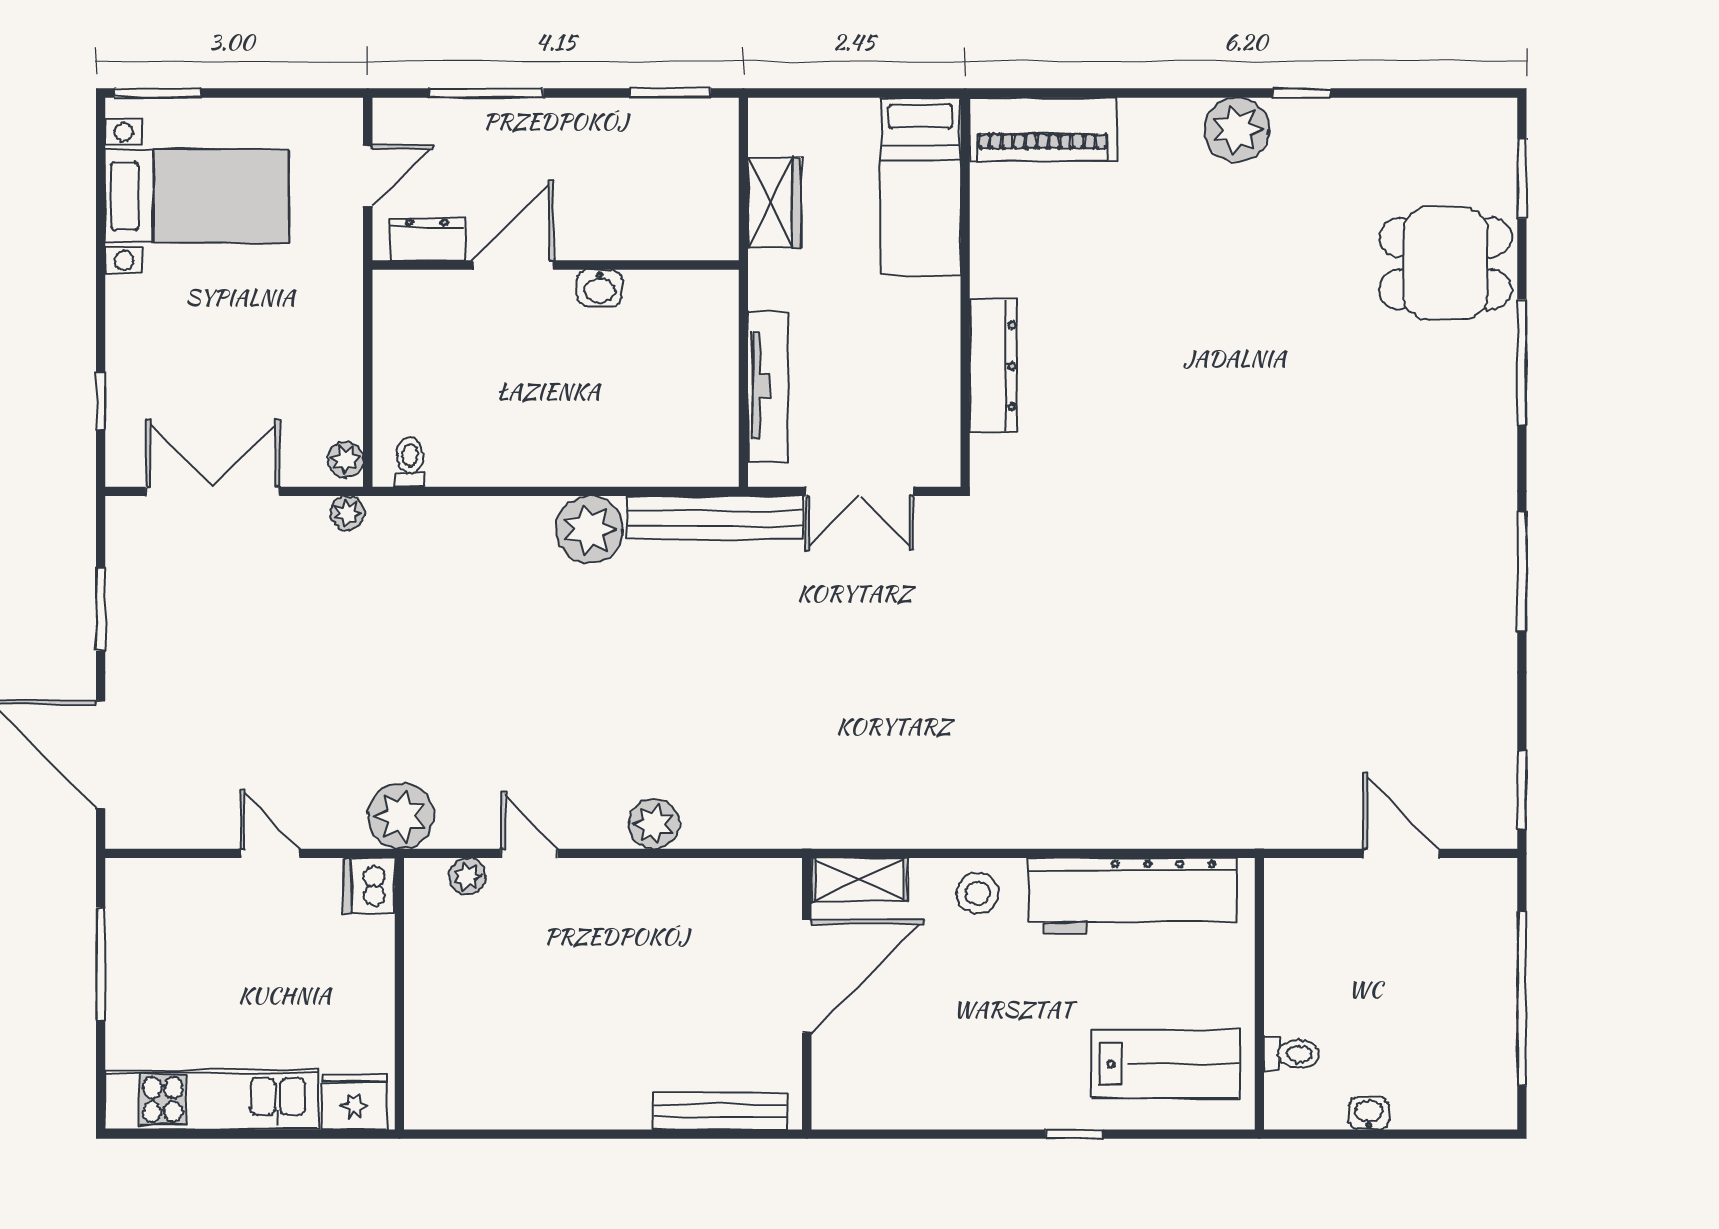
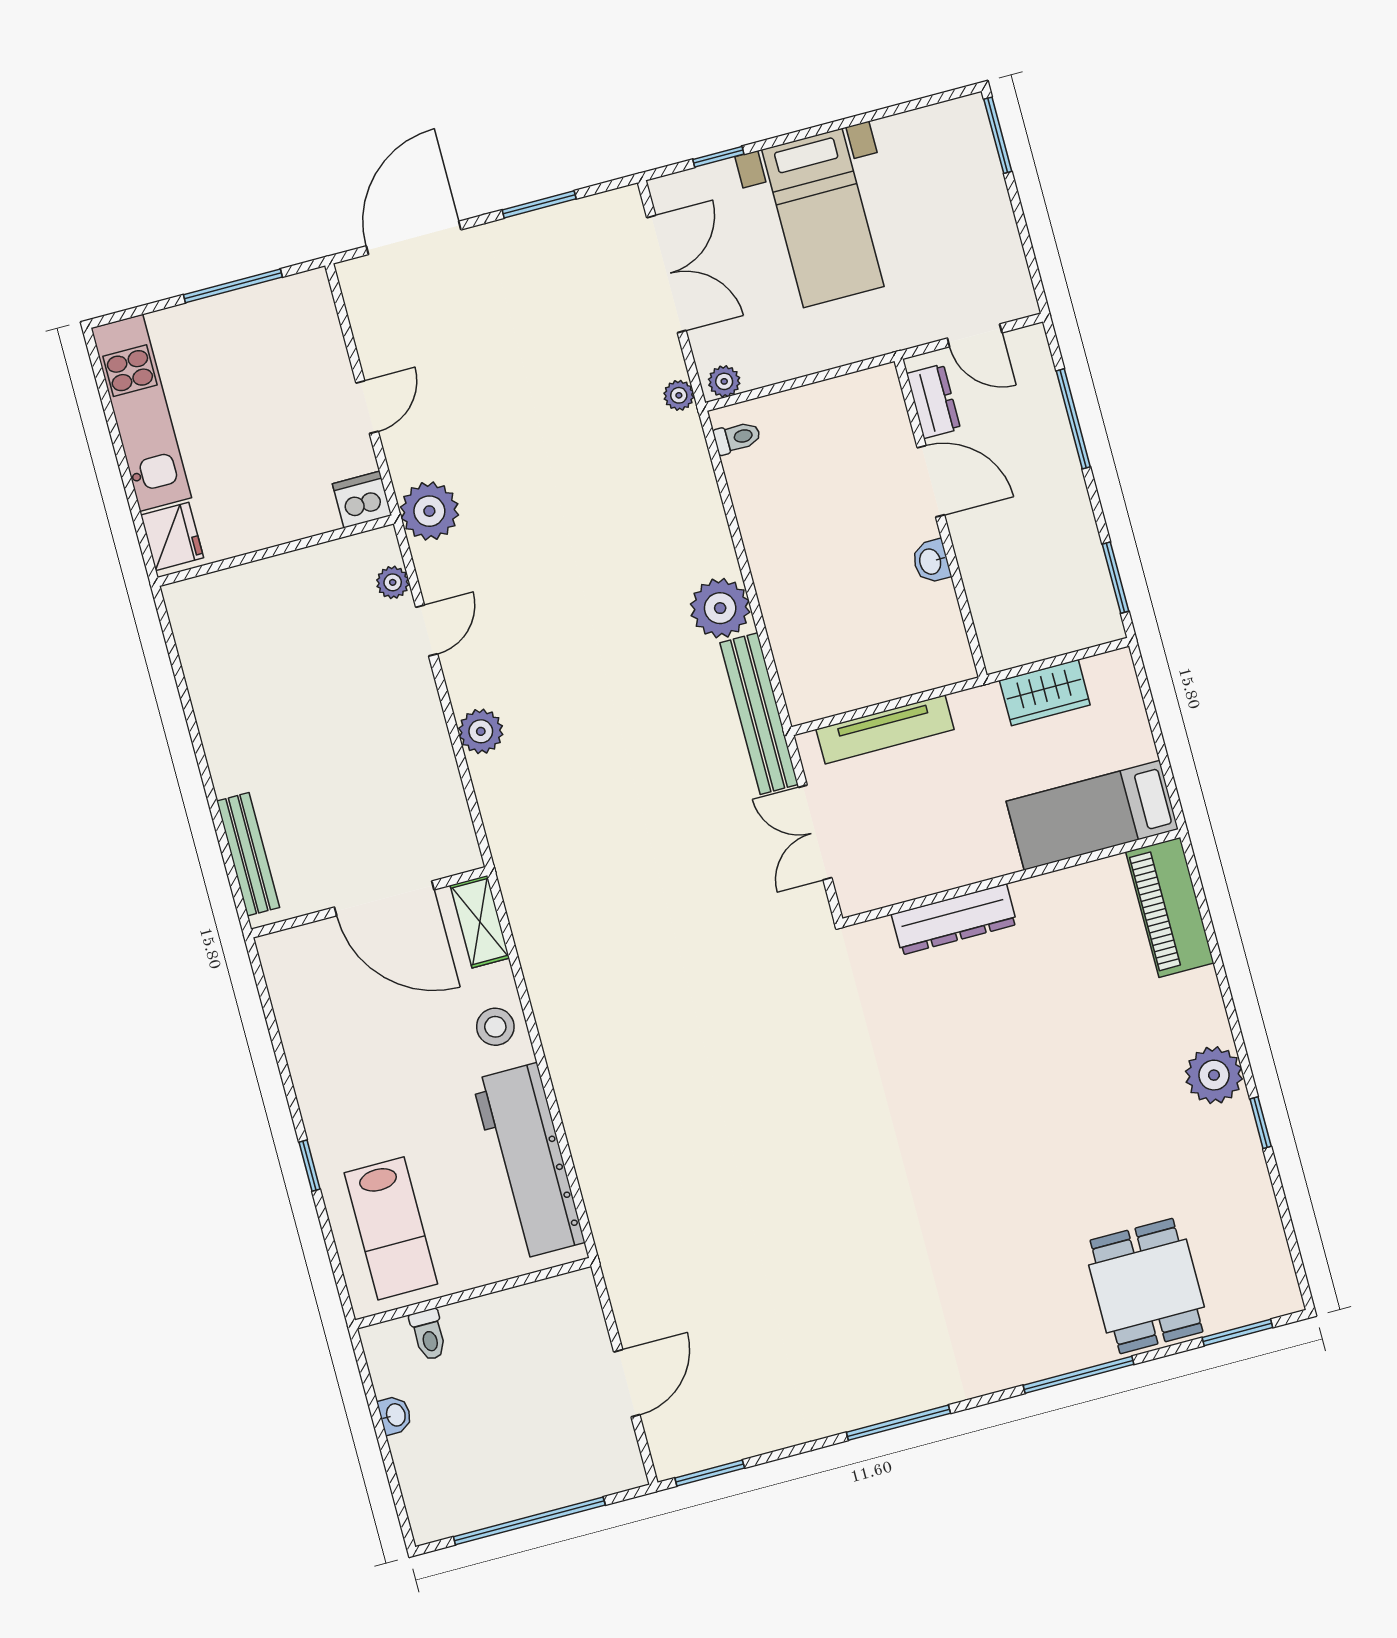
bed with nightstands: (197, 196) -> (823, 218), moved

